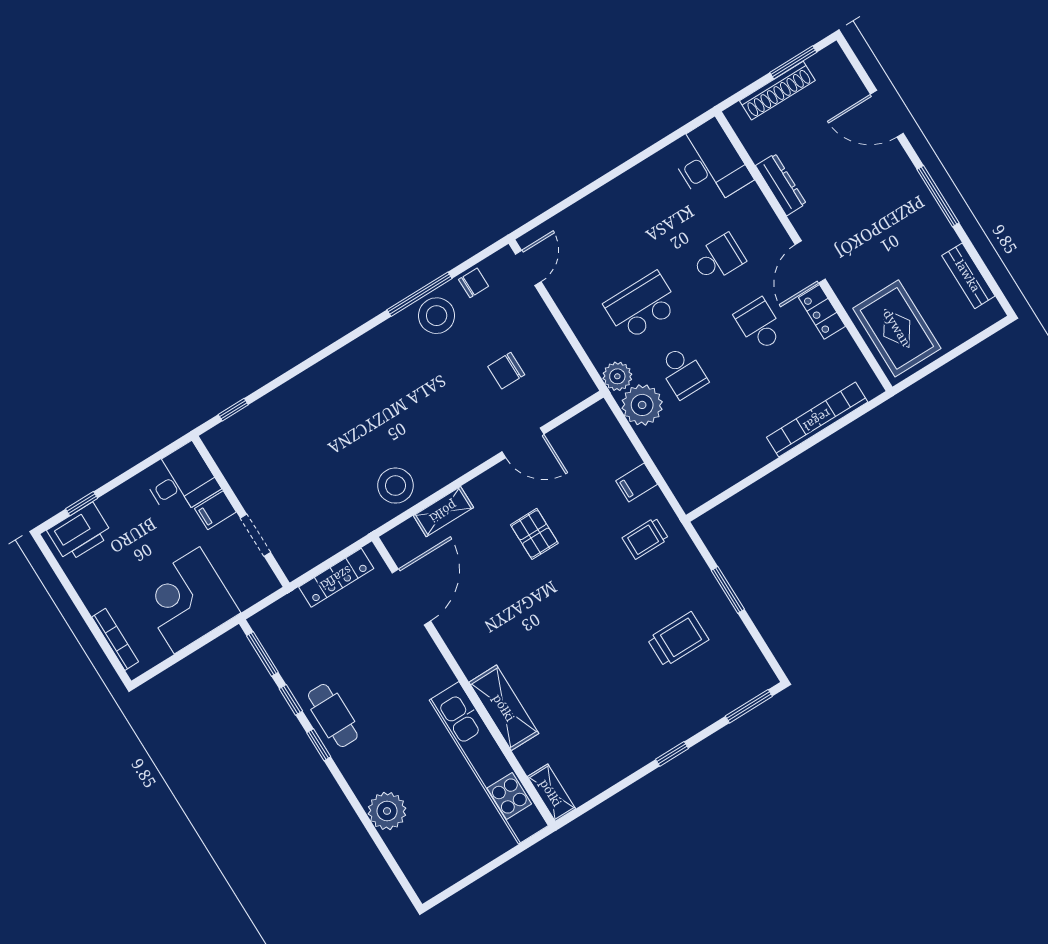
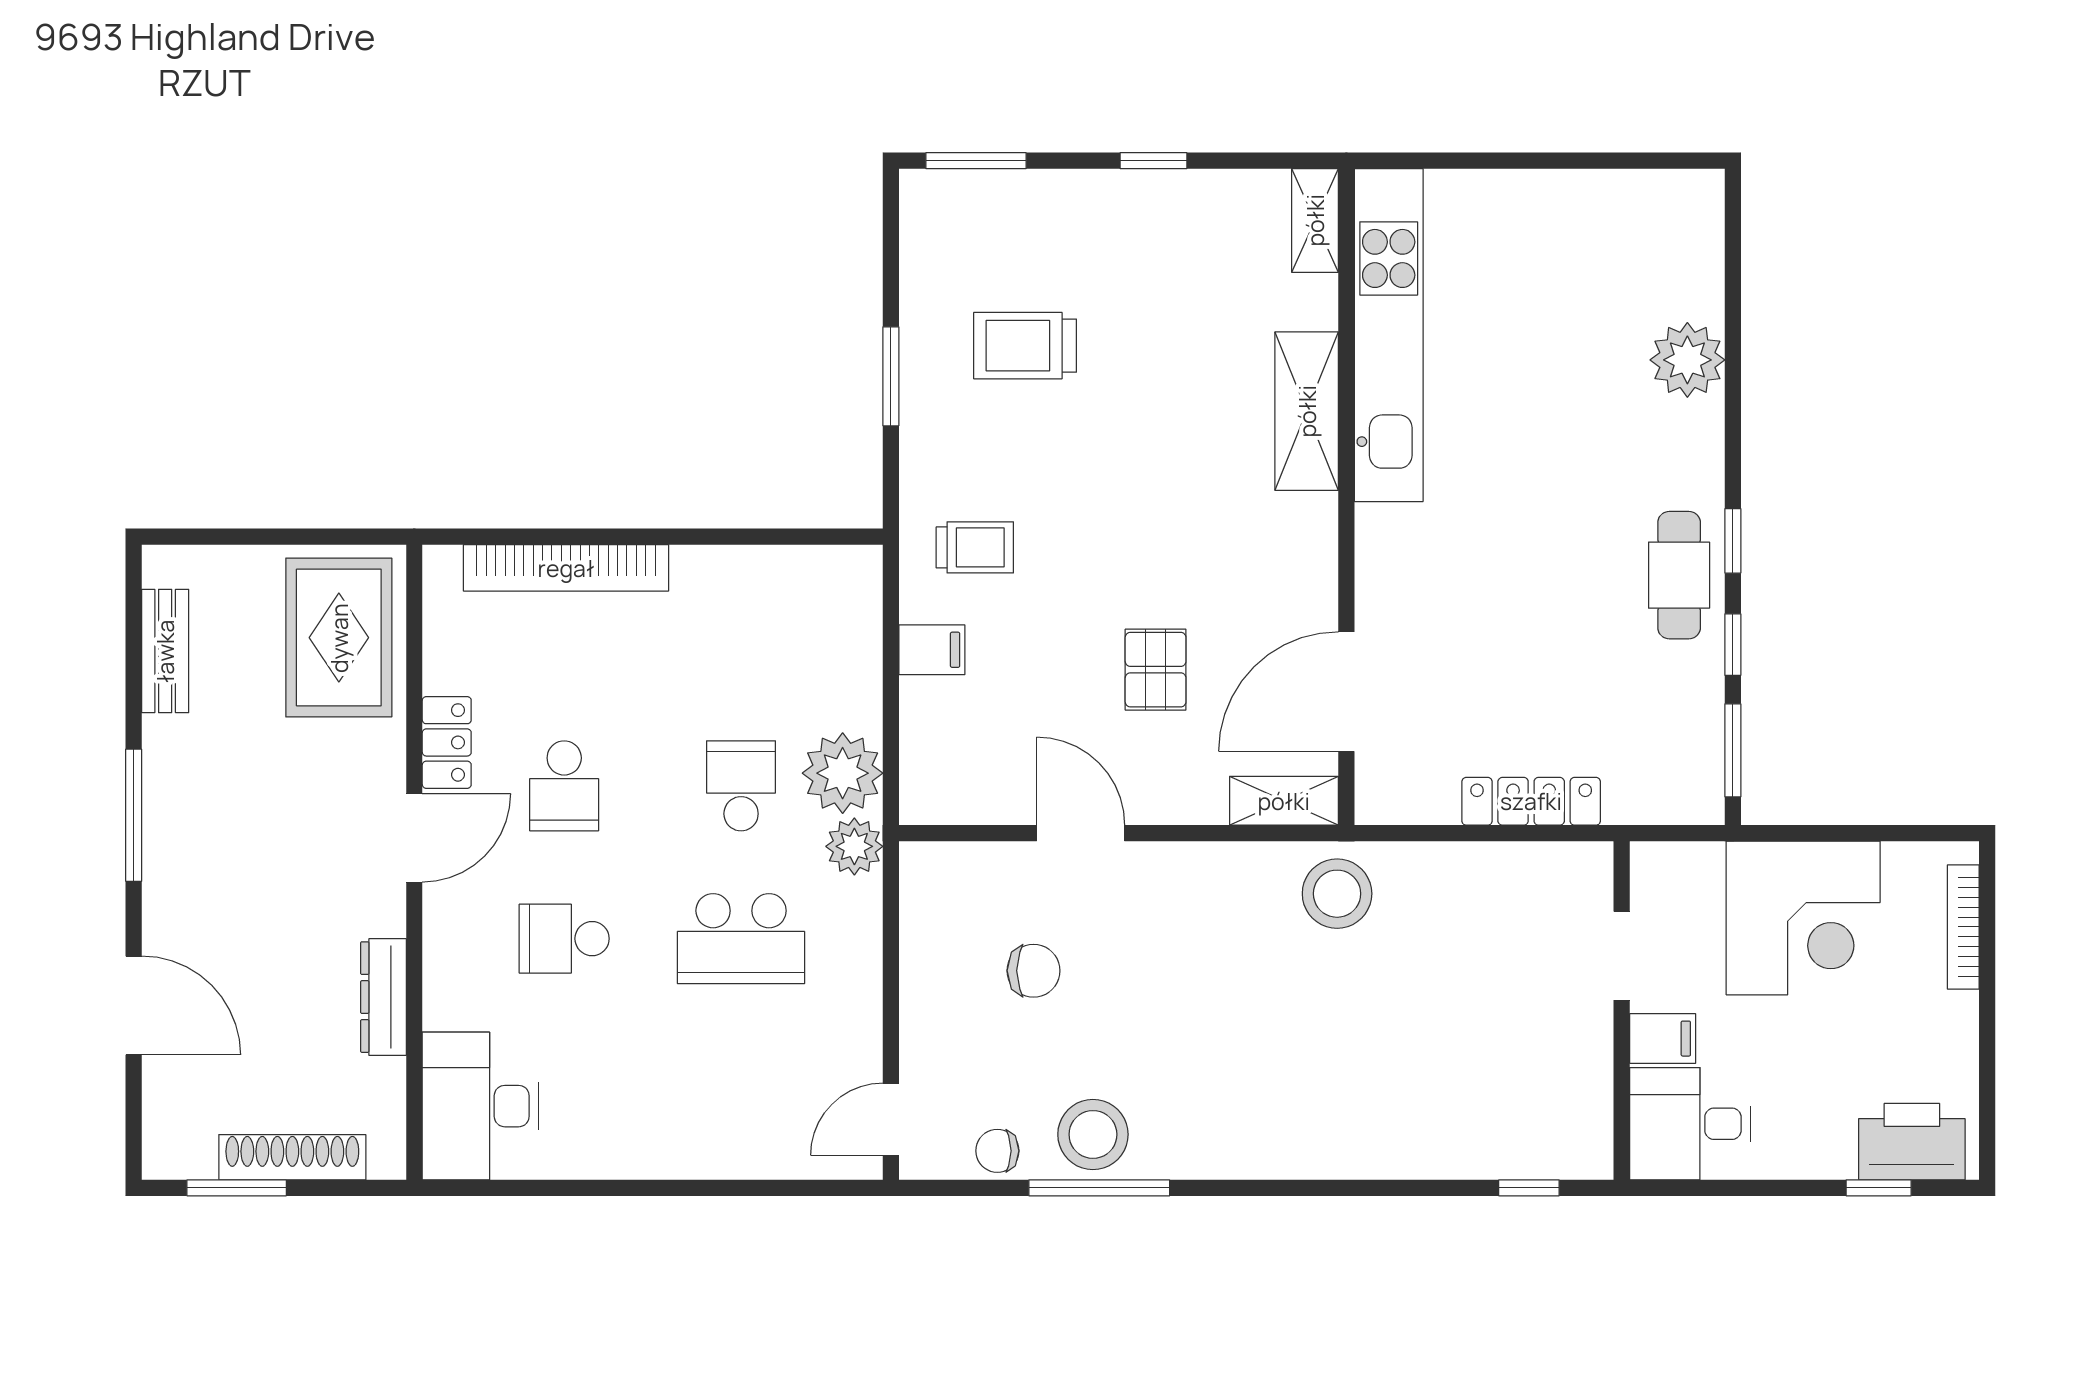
door: (411, 597) -> (1346, 692), moved
wall: (464, 681) -> (1346, 497), moved
shelving: (504, 708) -> (1307, 411), moved
kitchen unit: (489, 763) -> (1389, 335), moved
shelving: (551, 793) -> (1315, 220), moved

